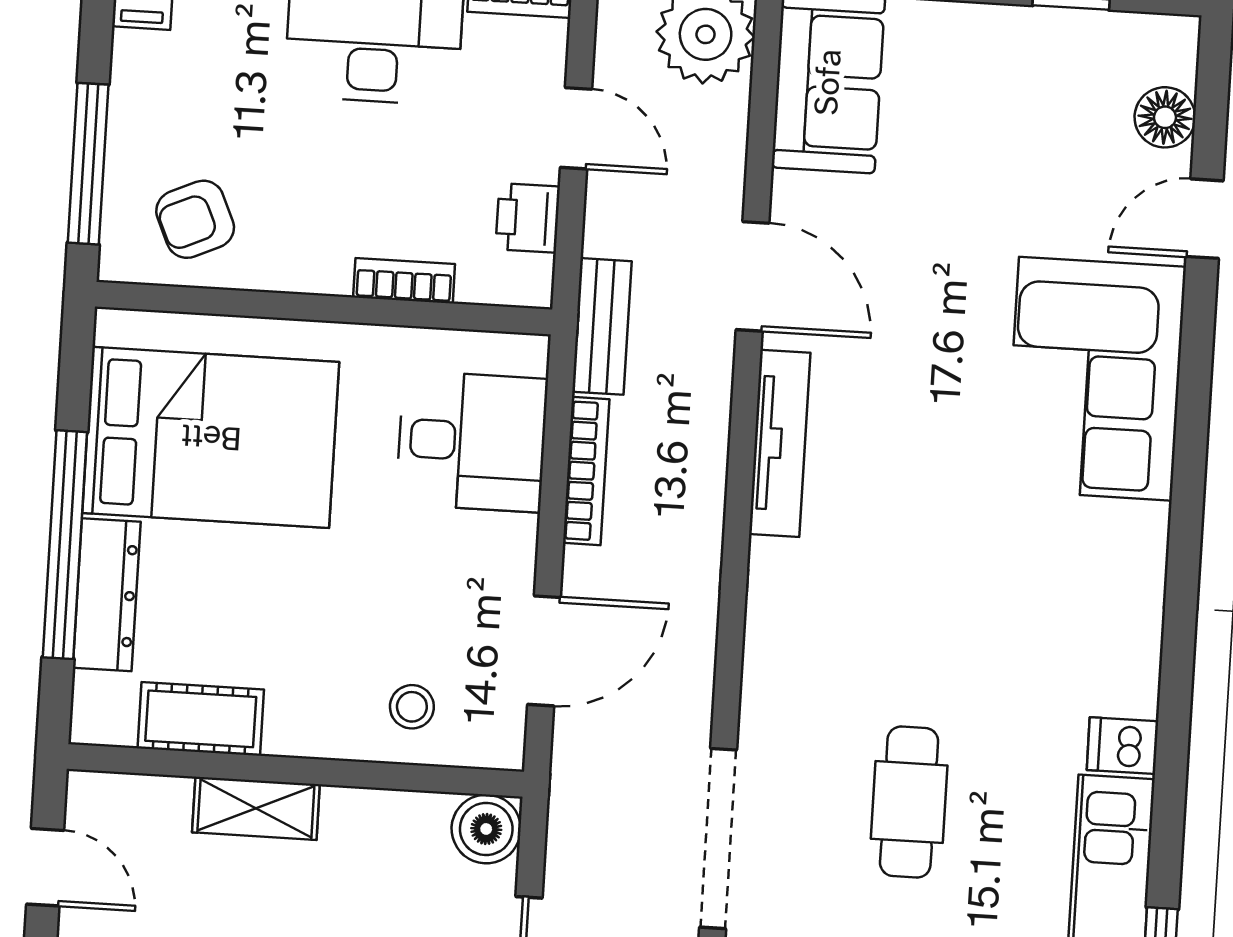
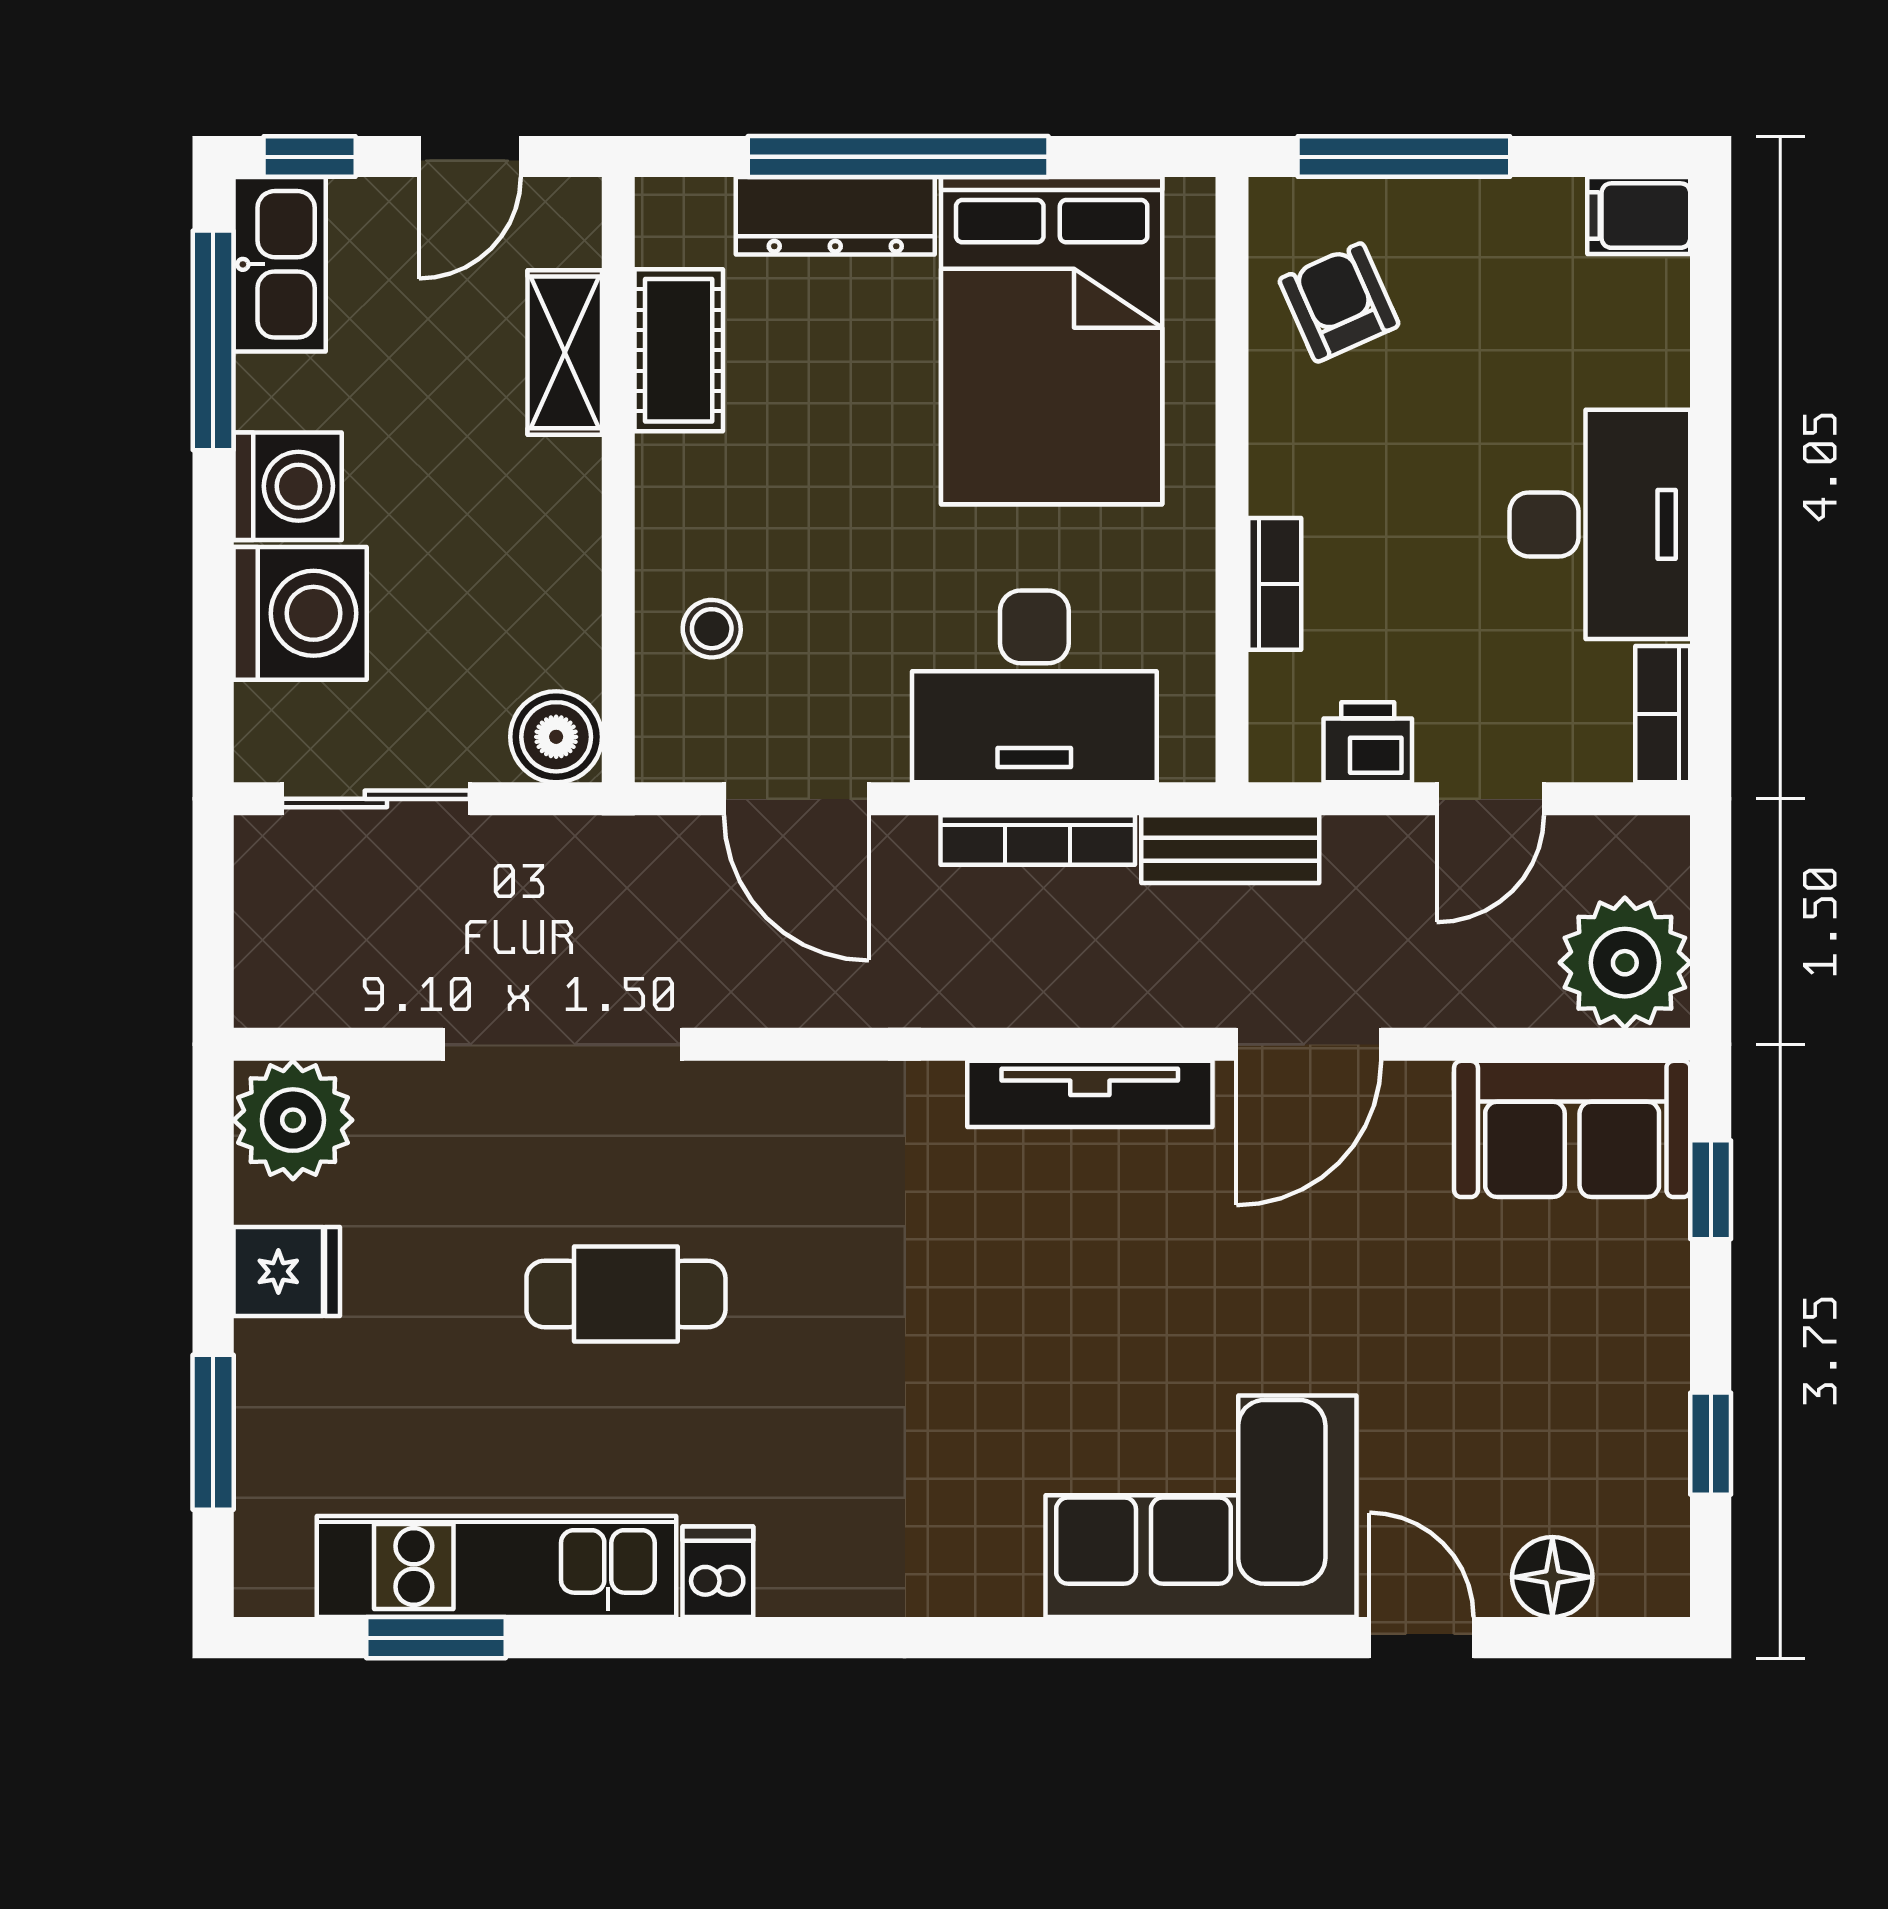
desk: (472, 441) -> (1034, 686), width x1.37
shelving: (256, 808) -> (565, 352), moved

